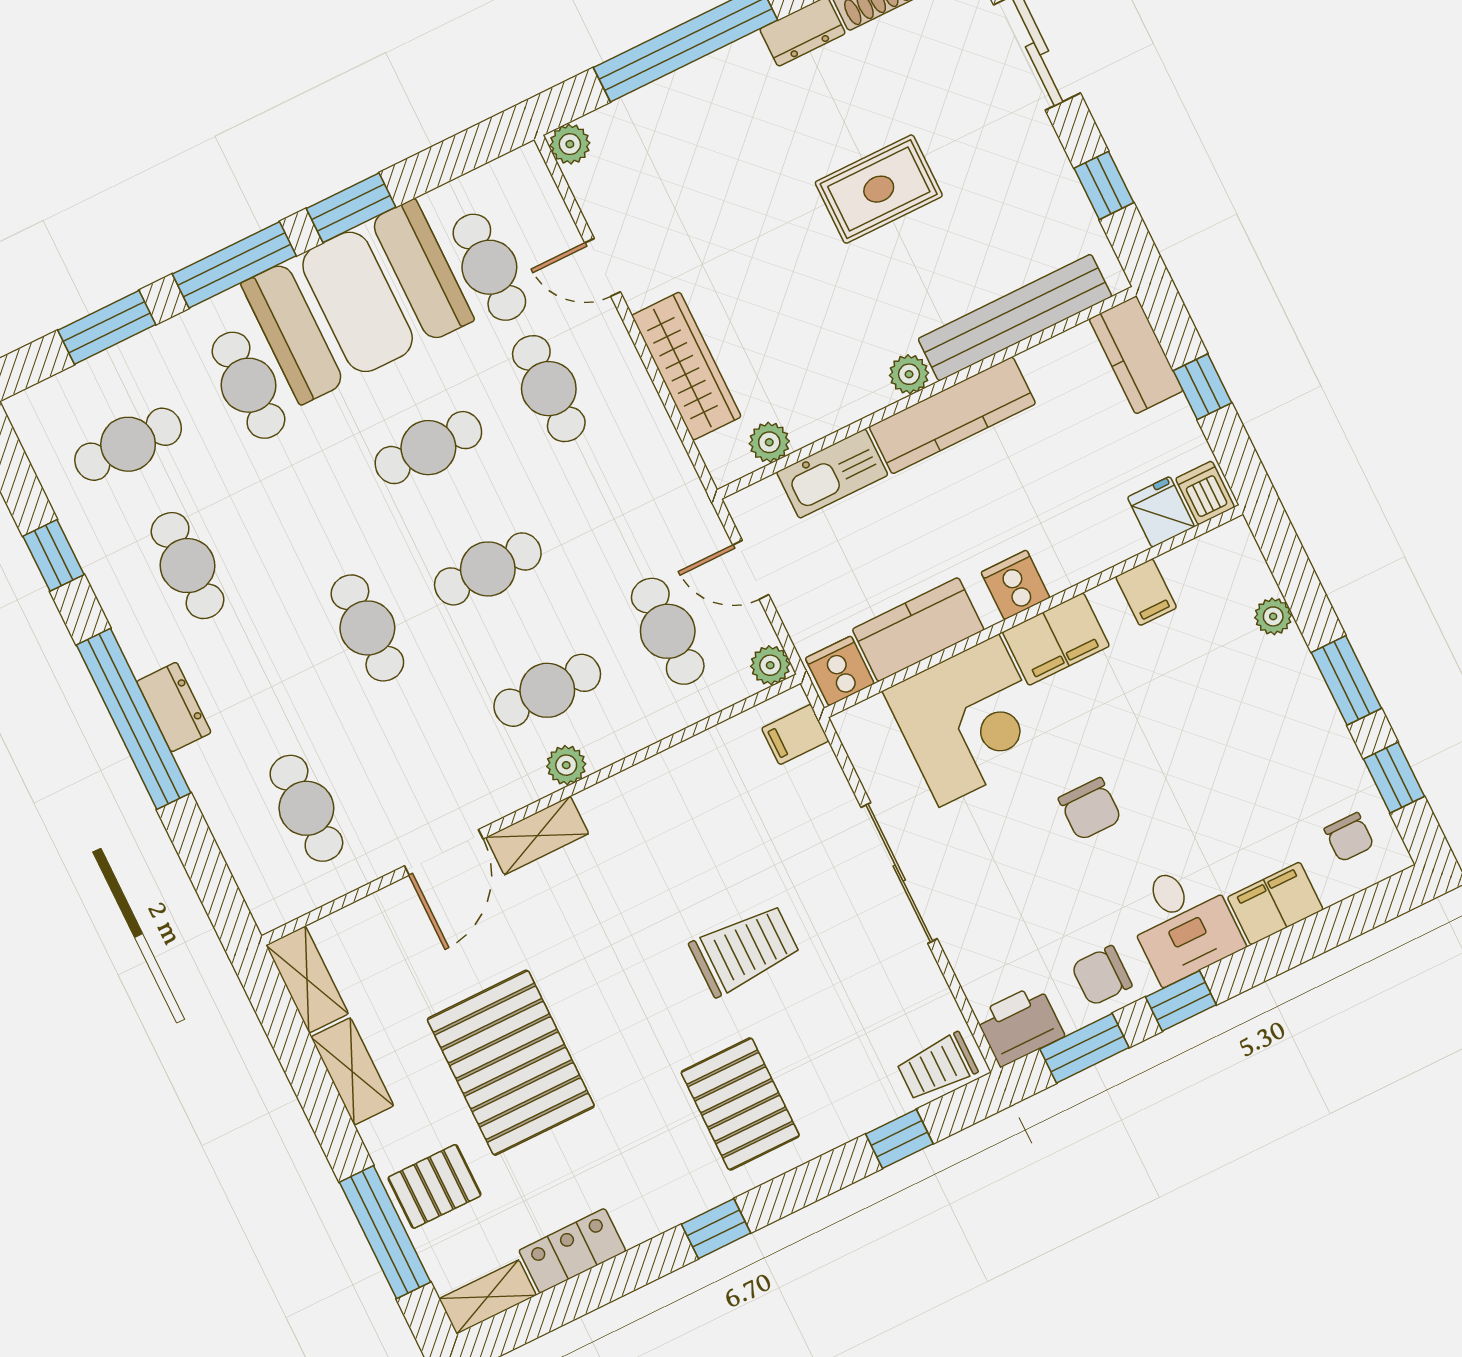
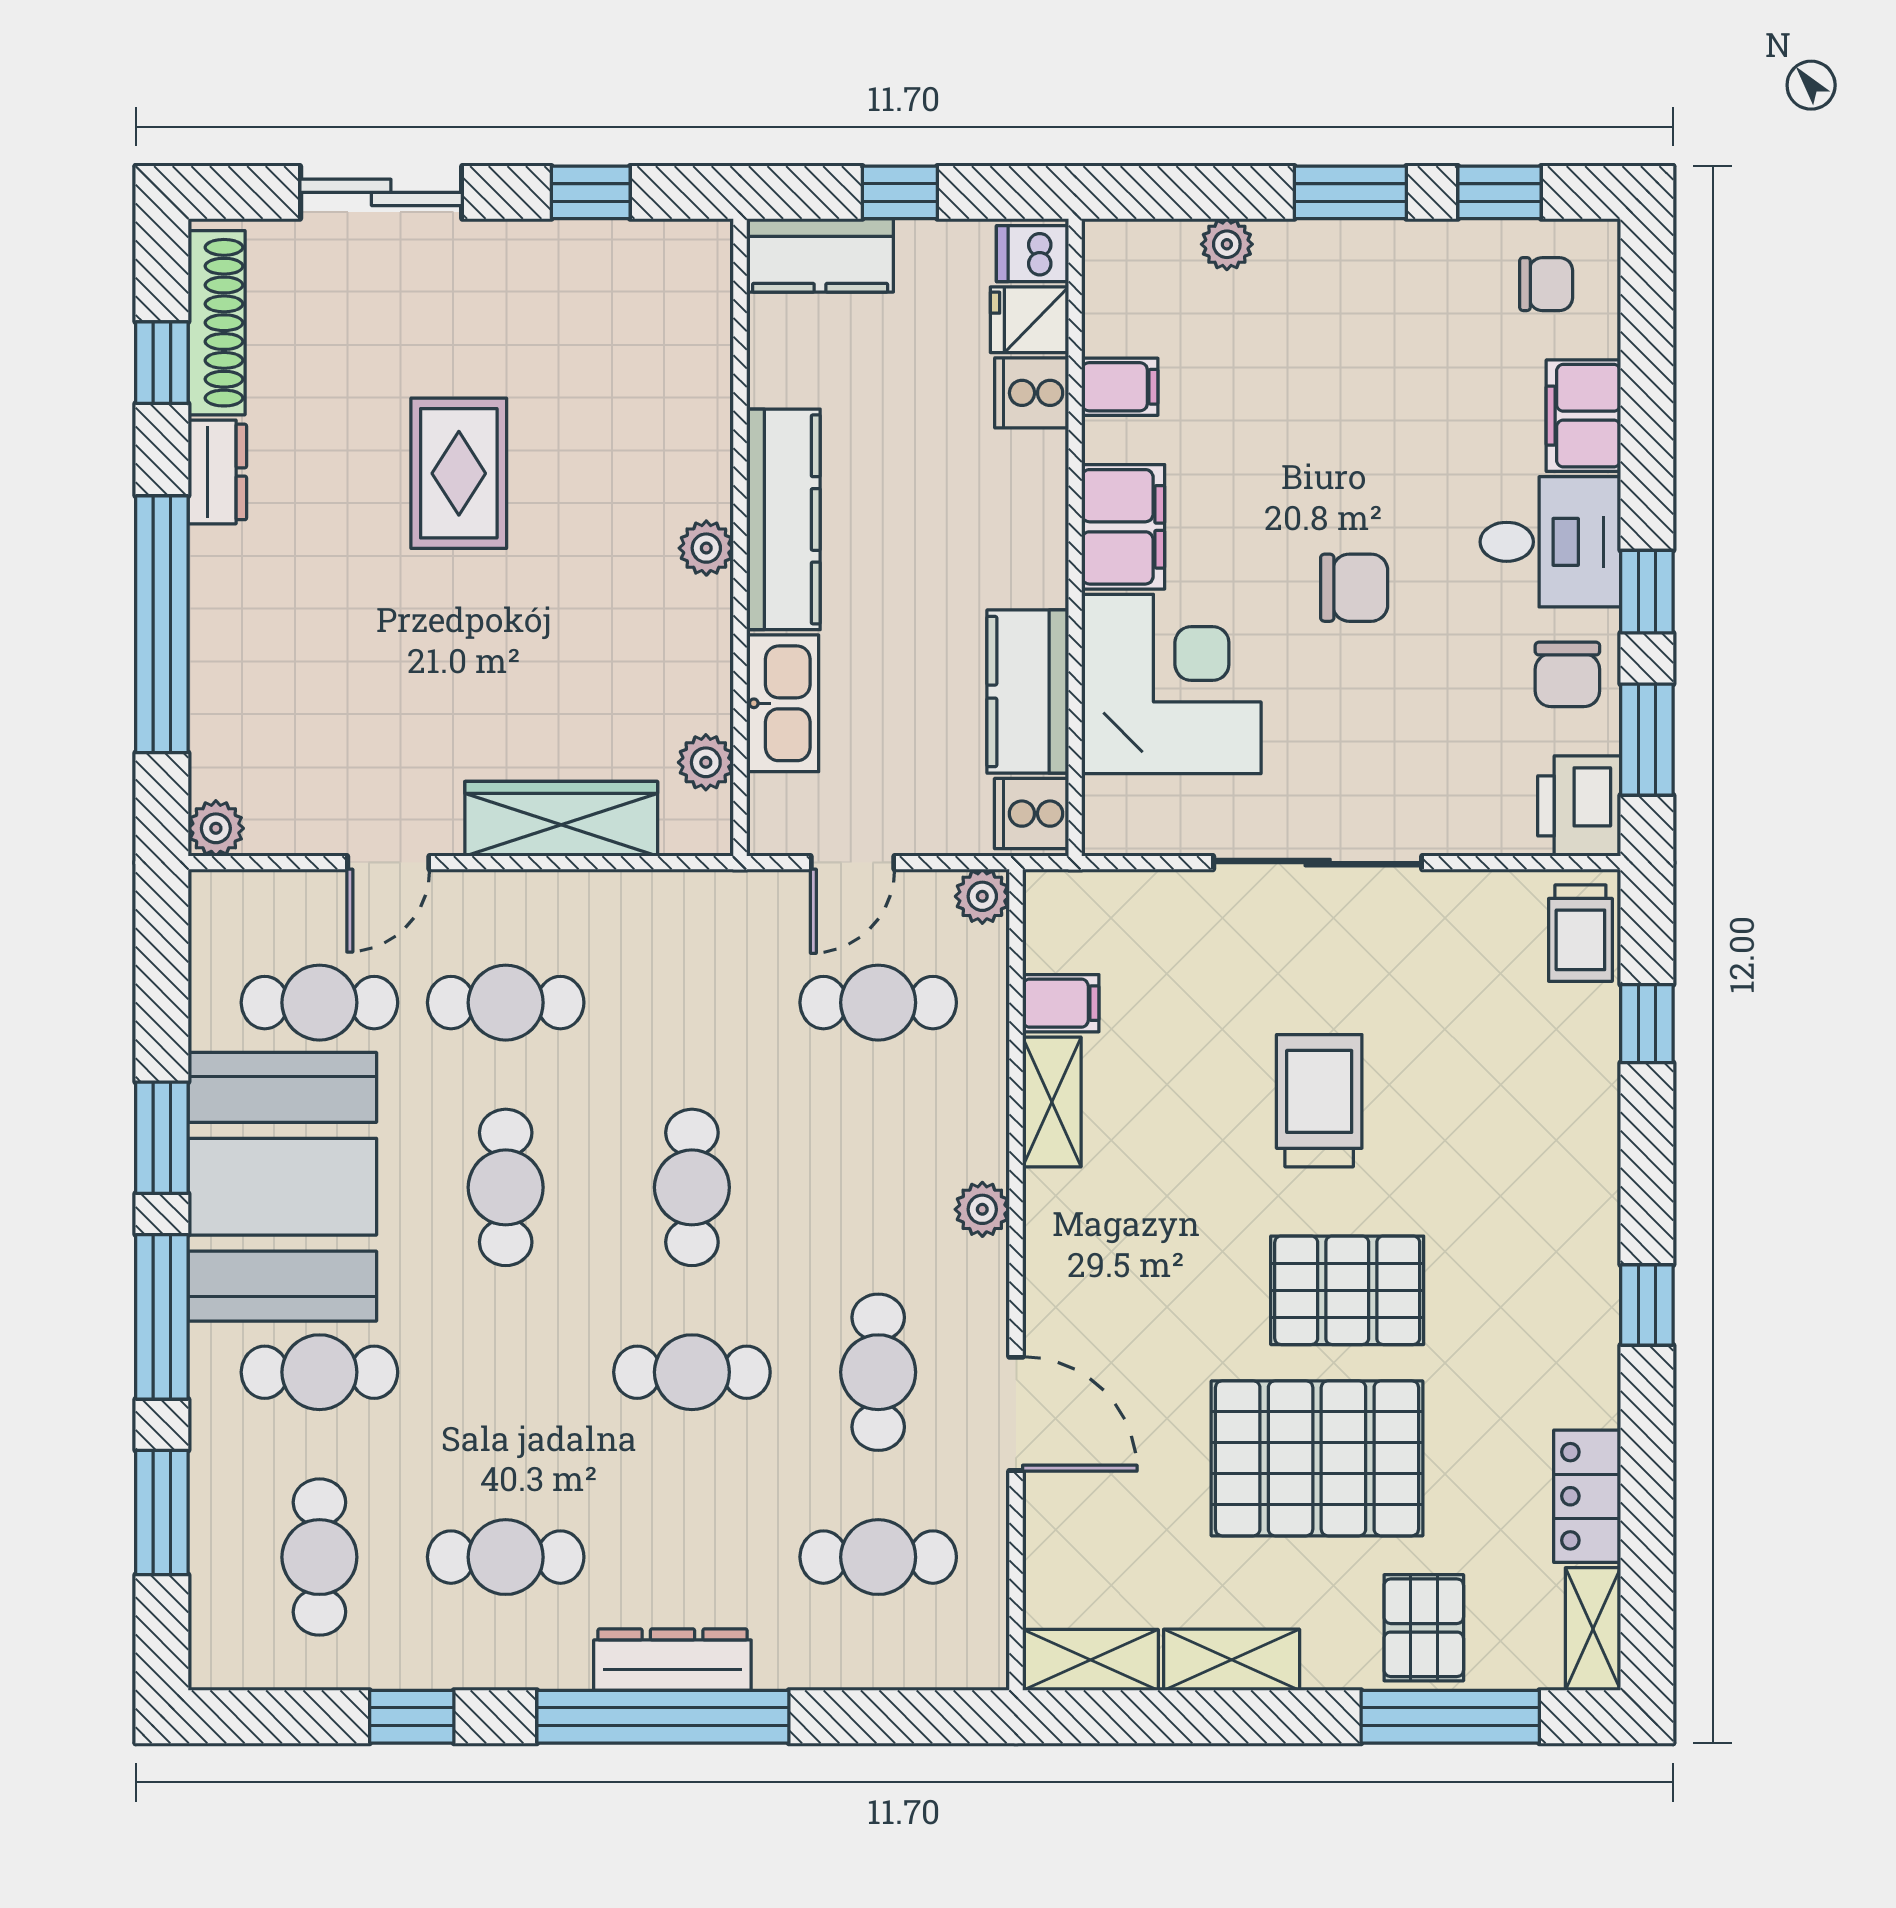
bench: (1015, 318) -> (700, 383), removed
cooker: (1015, 585) -> (1032, 393), moved
cafe table: (547, 690) -> (878, 1372), moved
dresser: (174, 707) -> (672, 1660), width x1.44
filing cabinet: (795, 734) -> (1061, 1003), moved, turned -90
shelving: (537, 835) -> (1052, 1102), moved
pallet: (740, 1104) -> (1347, 1290), moved

